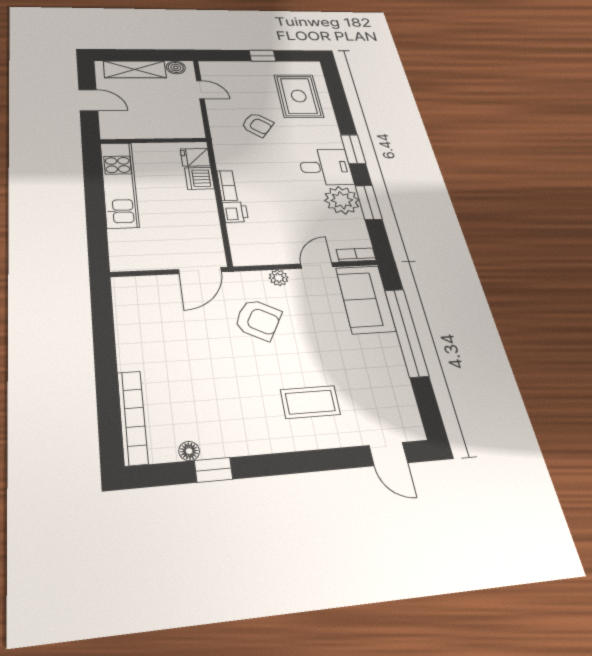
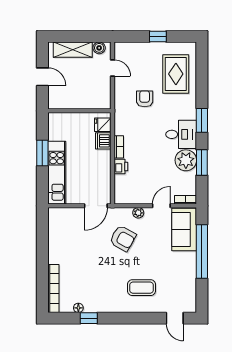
armchair: (257, 125) -> (145, 99), turned -127
kitchen unit: (119, 184) -> (57, 173), moved
window: (95, 197) -> (42, 153), added

